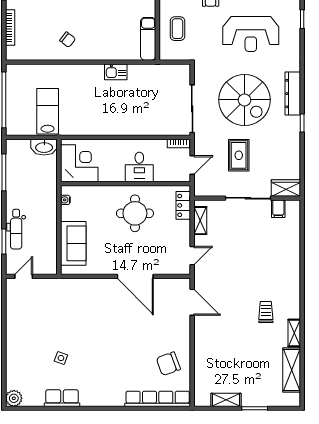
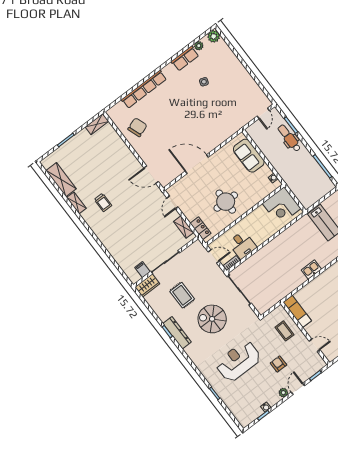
kitchen sink: (116, 72) -> (311, 270), moved
dresser: (293, 94) -> (177, 333), moved
spiral stairs: (245, 100) -> (212, 319), width x0.73, depth x0.73
washbasin: (44, 147) -> (310, 200), removed
rug: (239, 155) -> (182, 295), moved
door: (192, 165) -> (214, 256), swing flipped
desk: (139, 167) -> (242, 245), moved, turned 180
row of seats: (158, 399) -> (144, 89), moved
shelving: (226, 400) -> (97, 124), moved
plant: (37, 401) -> (199, 46), added

